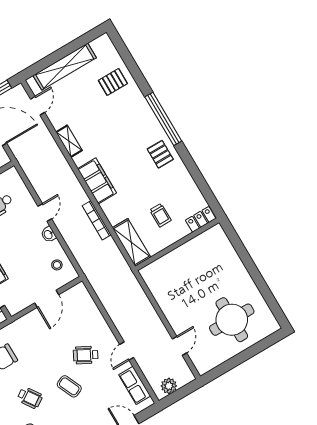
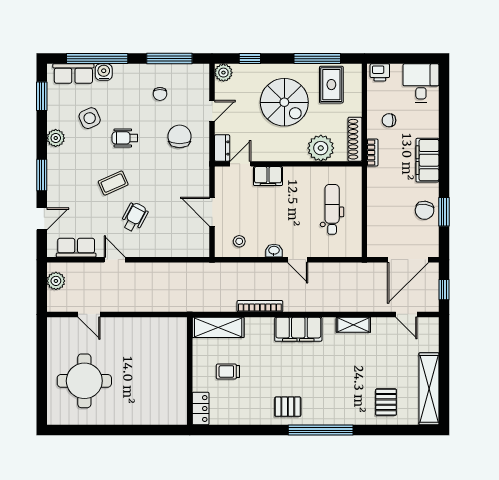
shelving: (65, 67) -> (429, 389), moved
wheelchair: (30, 398) -> (125, 138), turned 34

